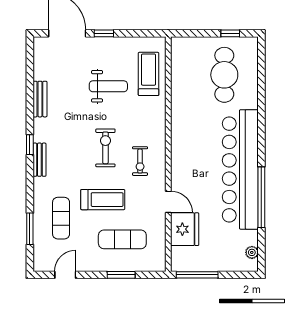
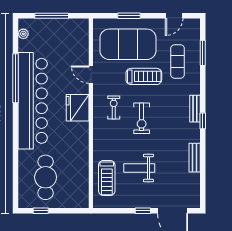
treadmill: (103, 200) -> (144, 76), turned 180
fridge: (185, 229) -> (78, 108), moved
exercise mat: (122, 239) -> (128, 44), width x2.00, depth x1.45
window: (197, 275) -> (52, 16), moved

